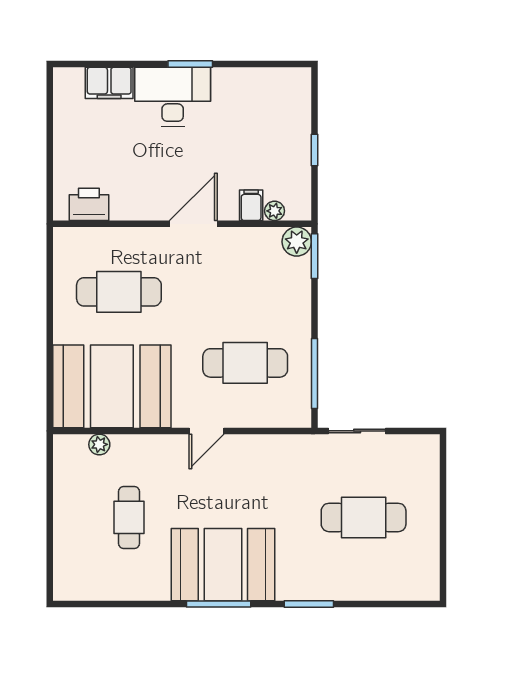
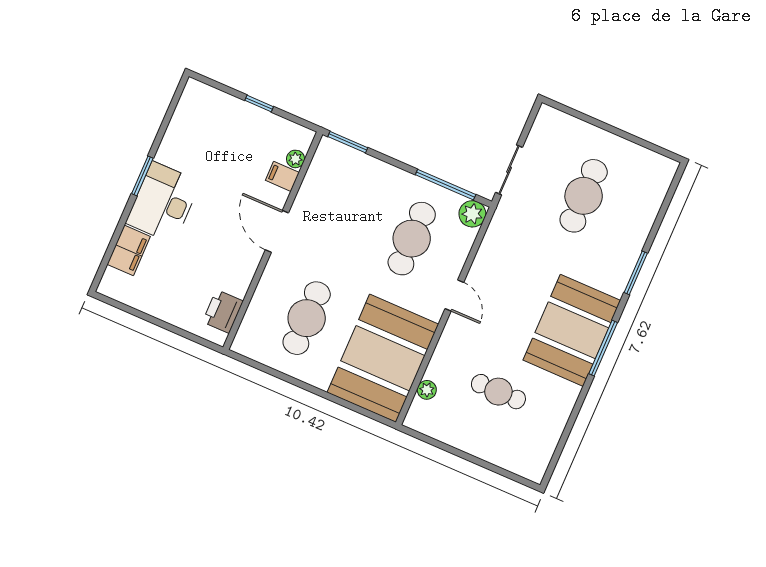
plant: (297, 242) -> (472, 214), moved

